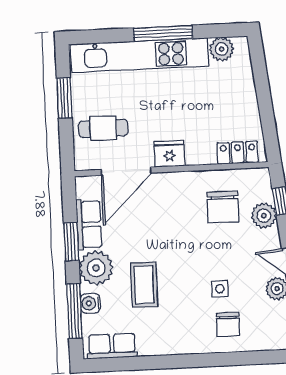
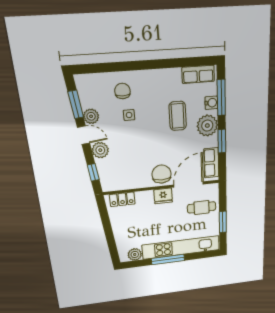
chair: (223, 207) -> (161, 174), moved
plant: (264, 216) -> (100, 150), moved
row of seats: (89, 224) -> (211, 163), moved

